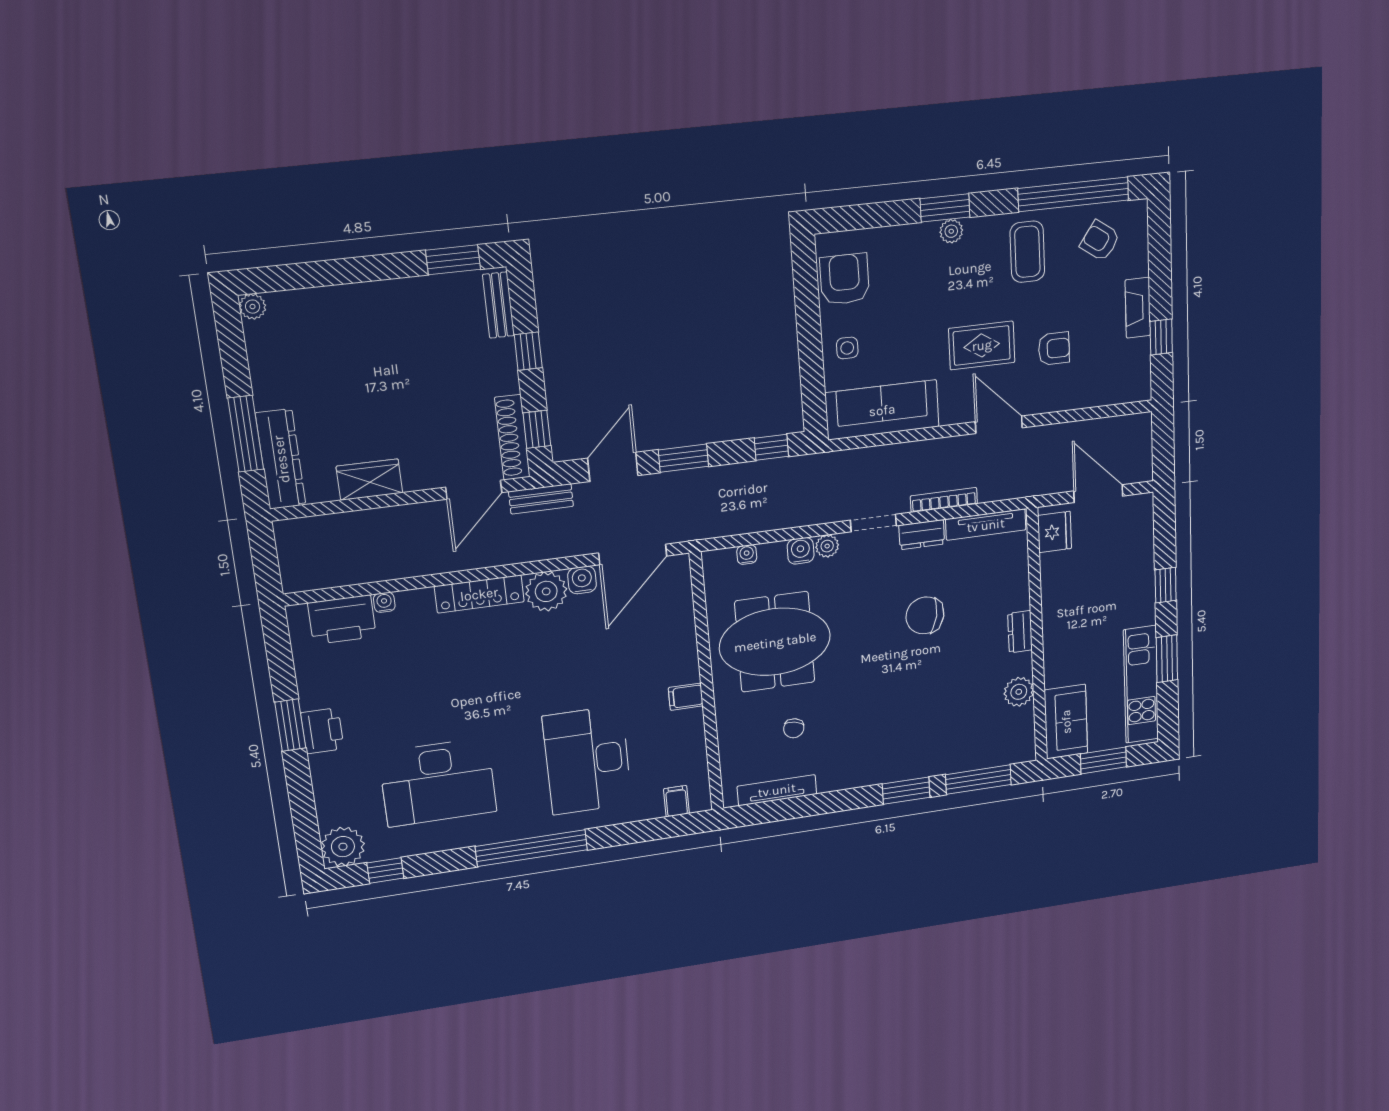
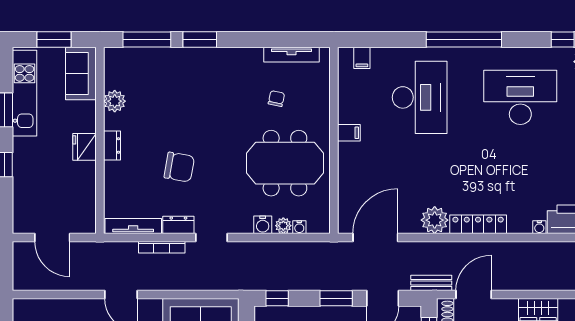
fridge: (1055, 532) -> (84, 147), moved
plant: (827, 546) -> (283, 226), moved
water cooler: (582, 580) -> (410, 225), removed

